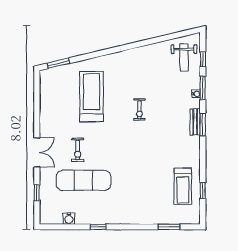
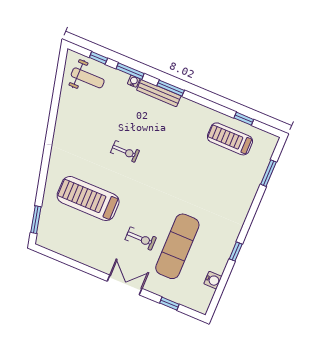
bench: (195, 122) -> (159, 93), width x1.36
treadmill: (183, 186) -> (230, 139), turned 180

